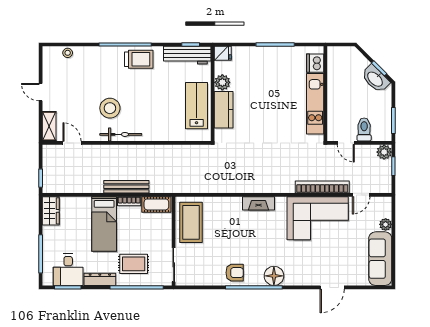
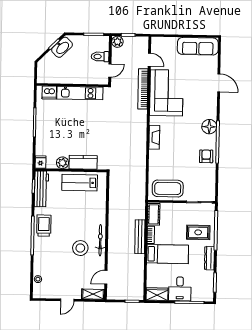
plant: (386, 224) -> (172, 42), removed
rug: (134, 264) -> (198, 232), turned 90
desk: (68, 270) -> (180, 289), moved, turned 90

